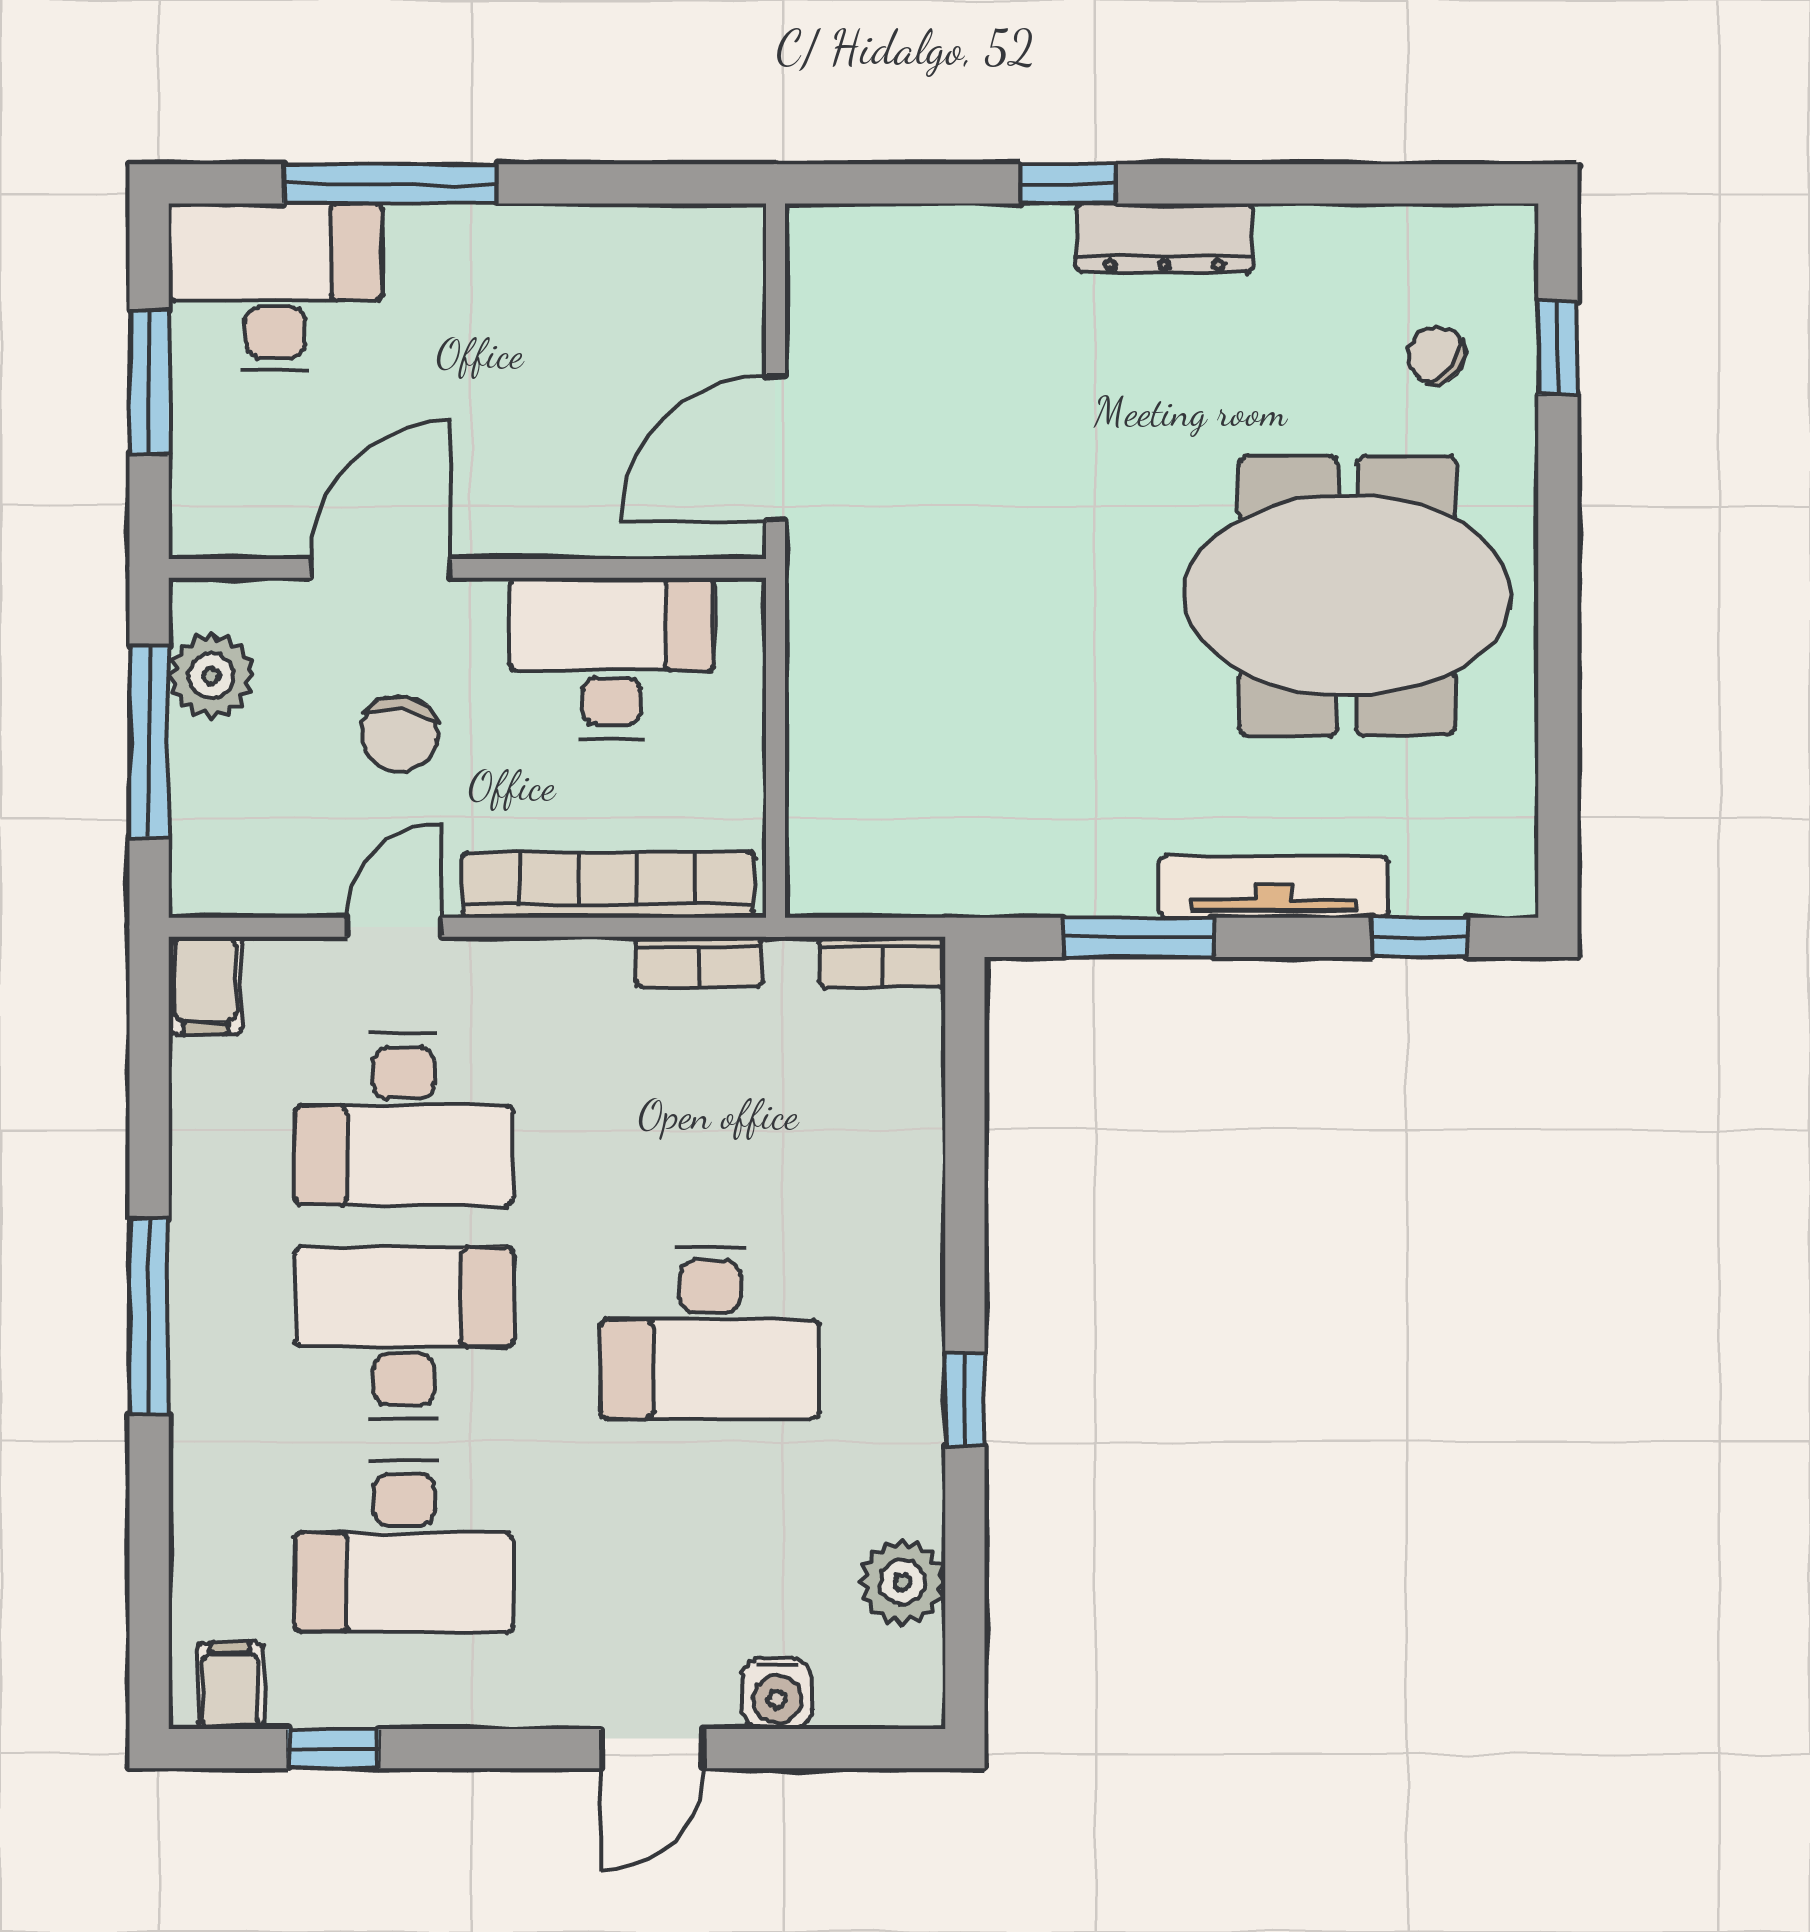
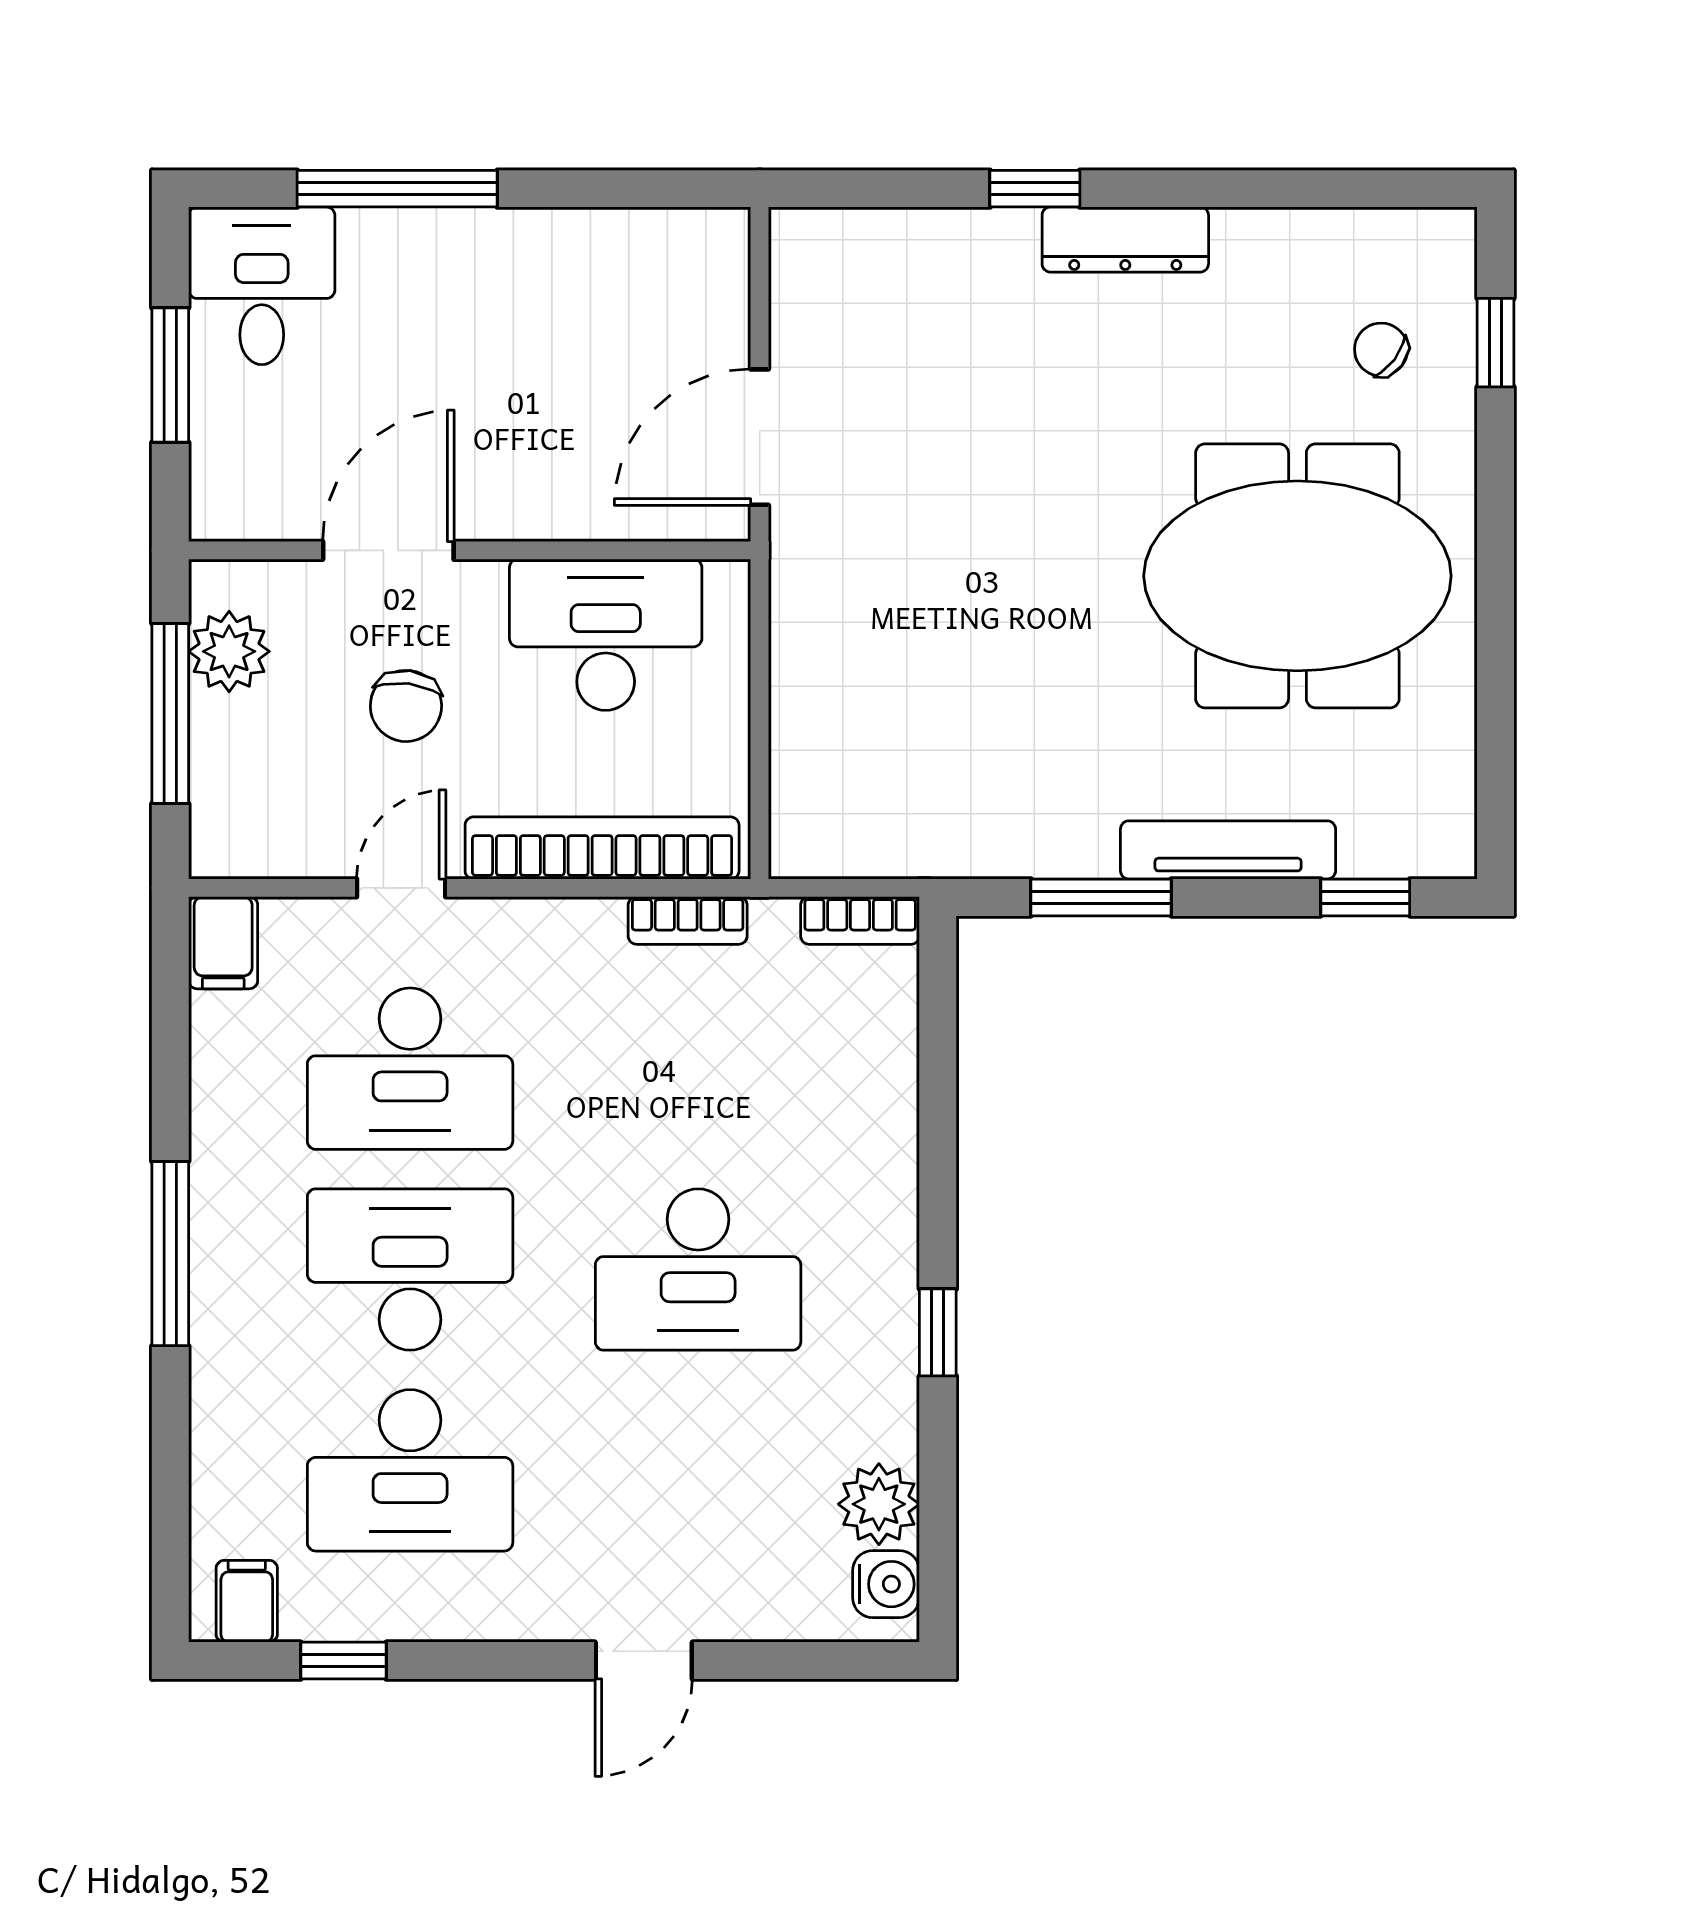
desk: (275, 287) -> (262, 286), width x0.73
water cooler: (777, 1693) -> (886, 1584), moved, turned -90

